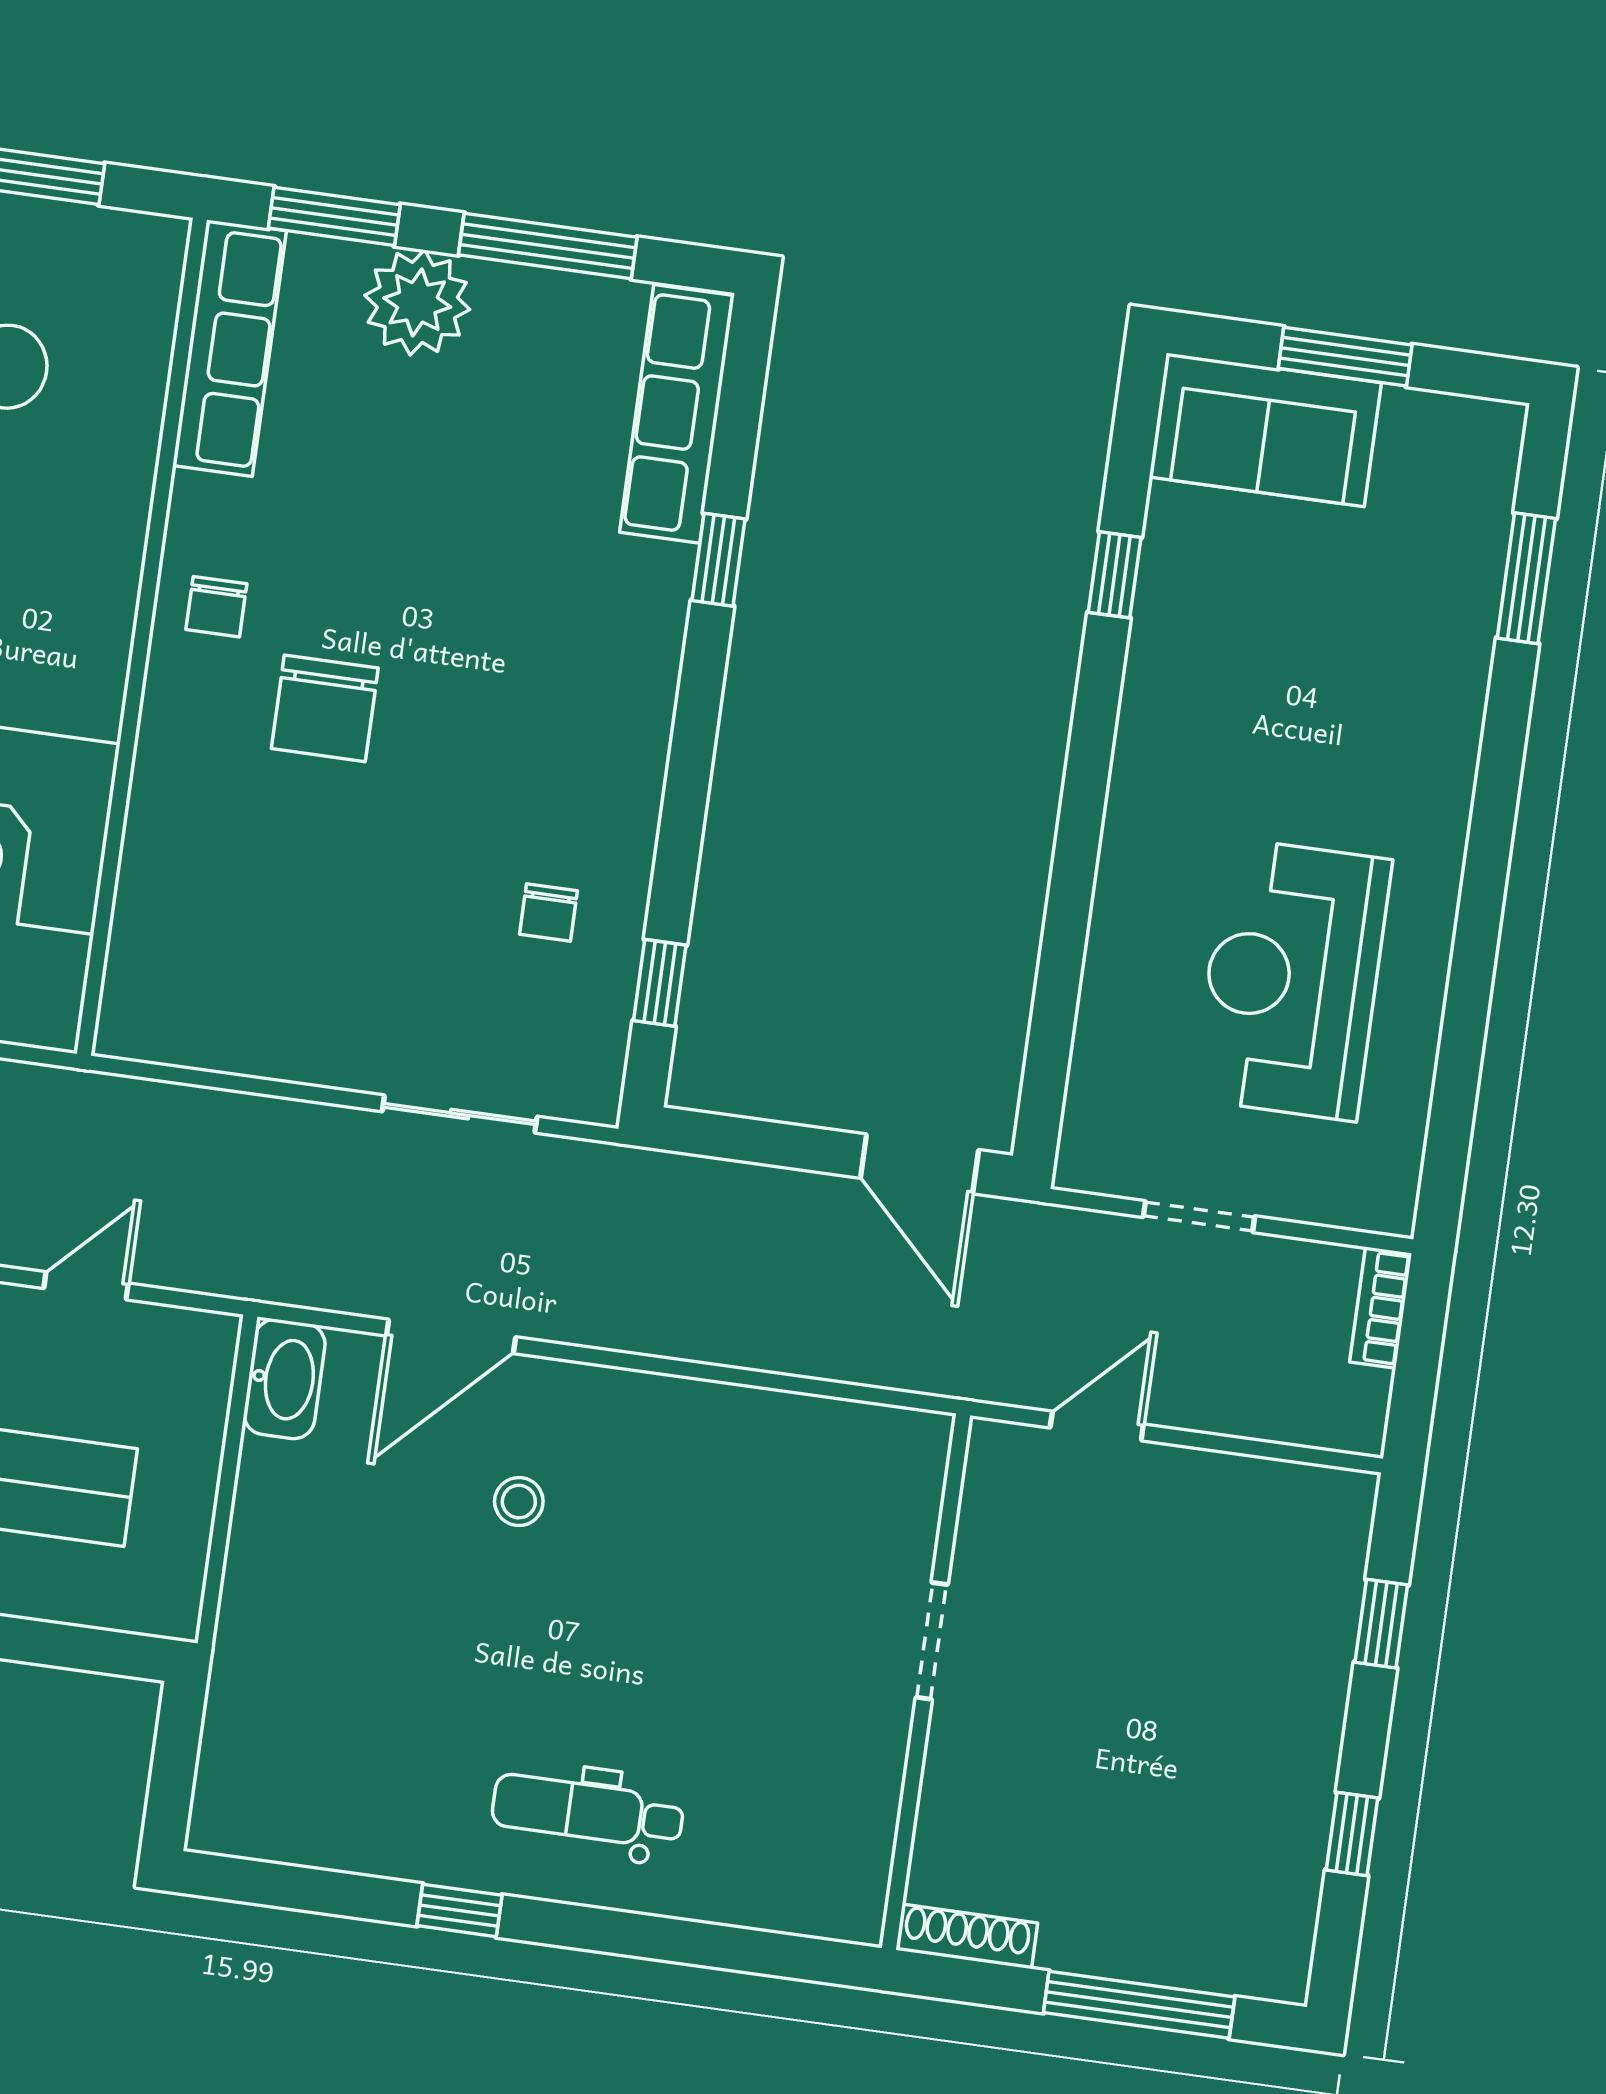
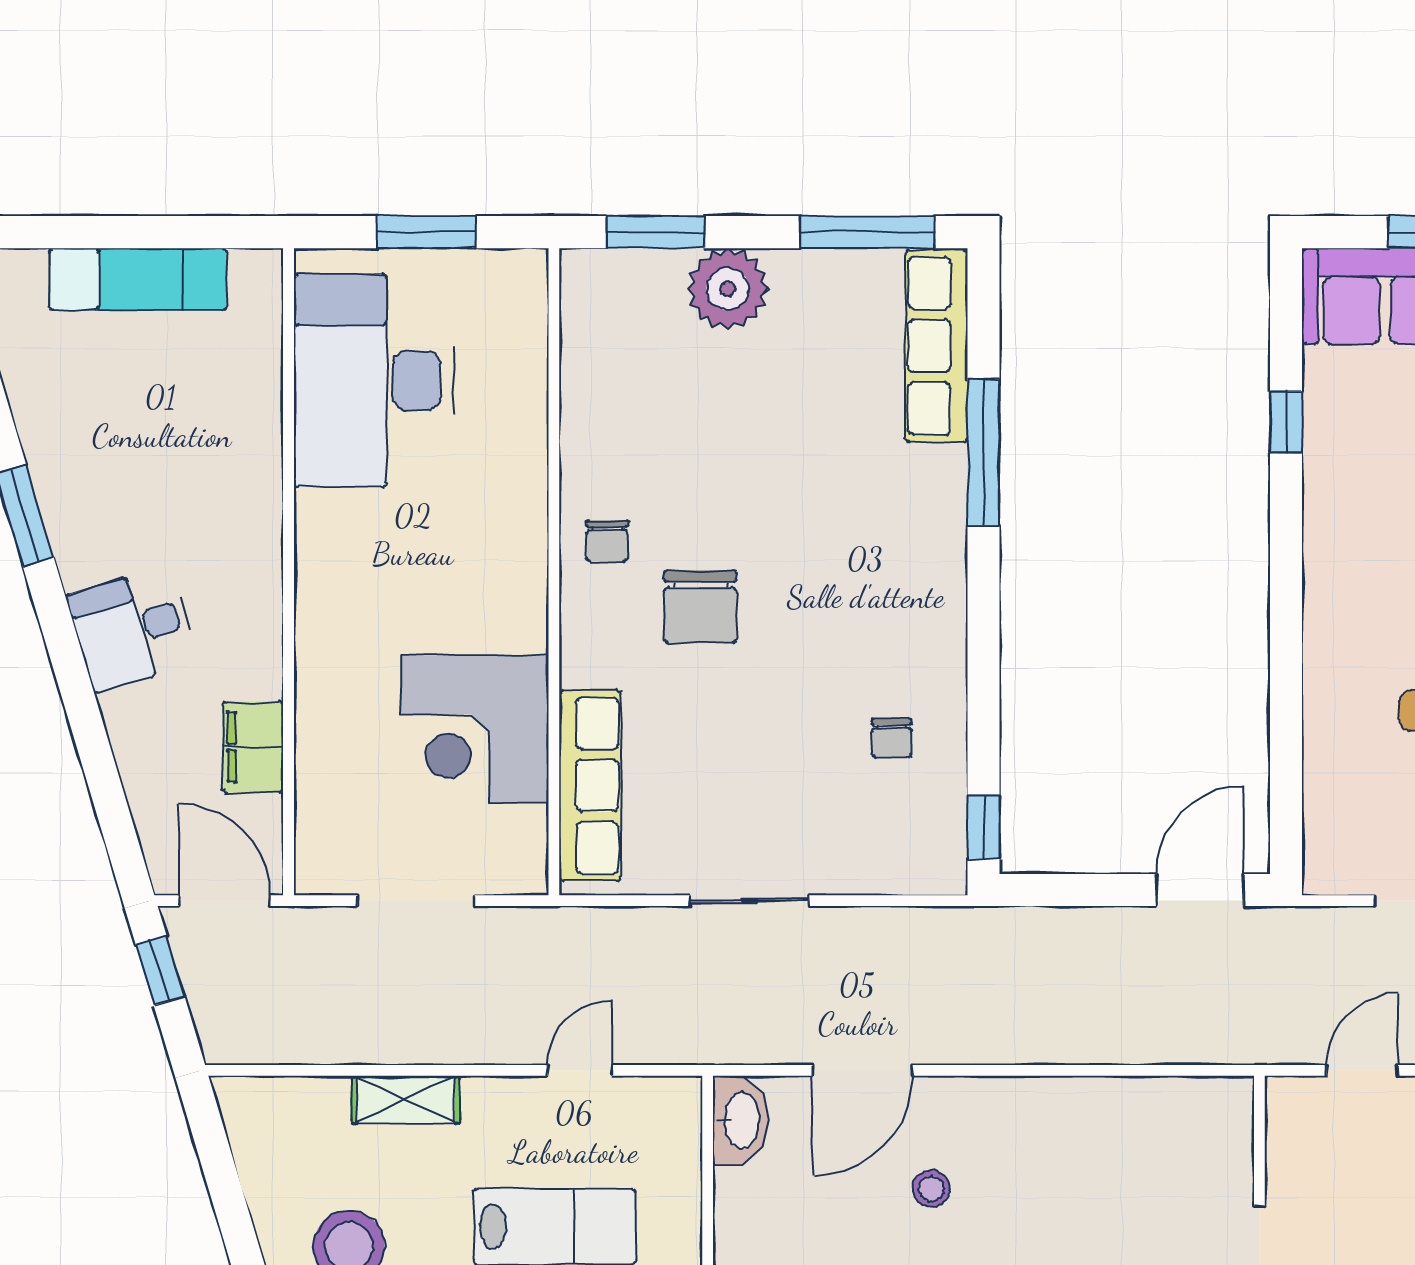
window: (548, 246) -> (868, 232), moved
row of seats: (230, 348) -> (590, 786), moved
window: (718, 560) -> (984, 452), width x2.17
window: (660, 983) -> (984, 827), moved
sliding door: (460, 1114) -> (749, 901), moved
door: (920, 1164) -> (1200, 890), swing flipped

